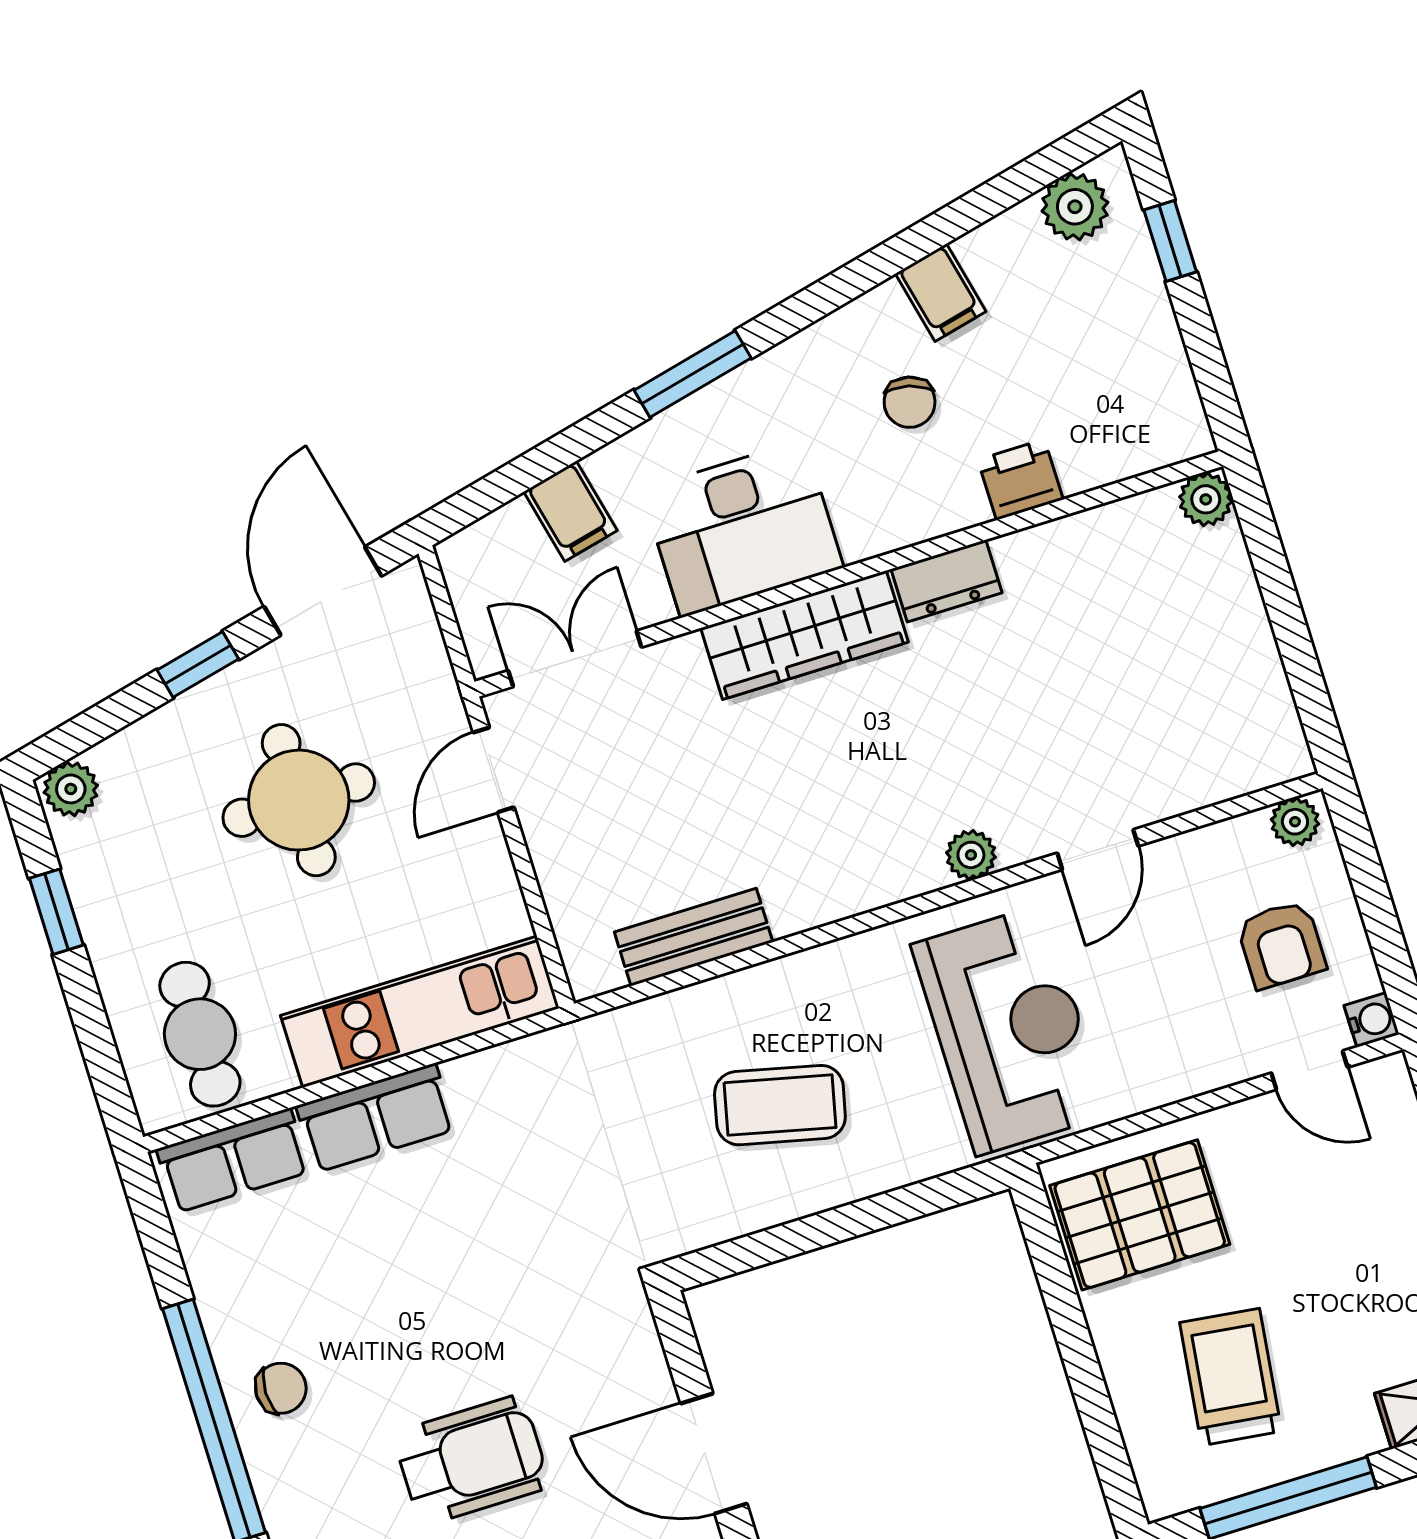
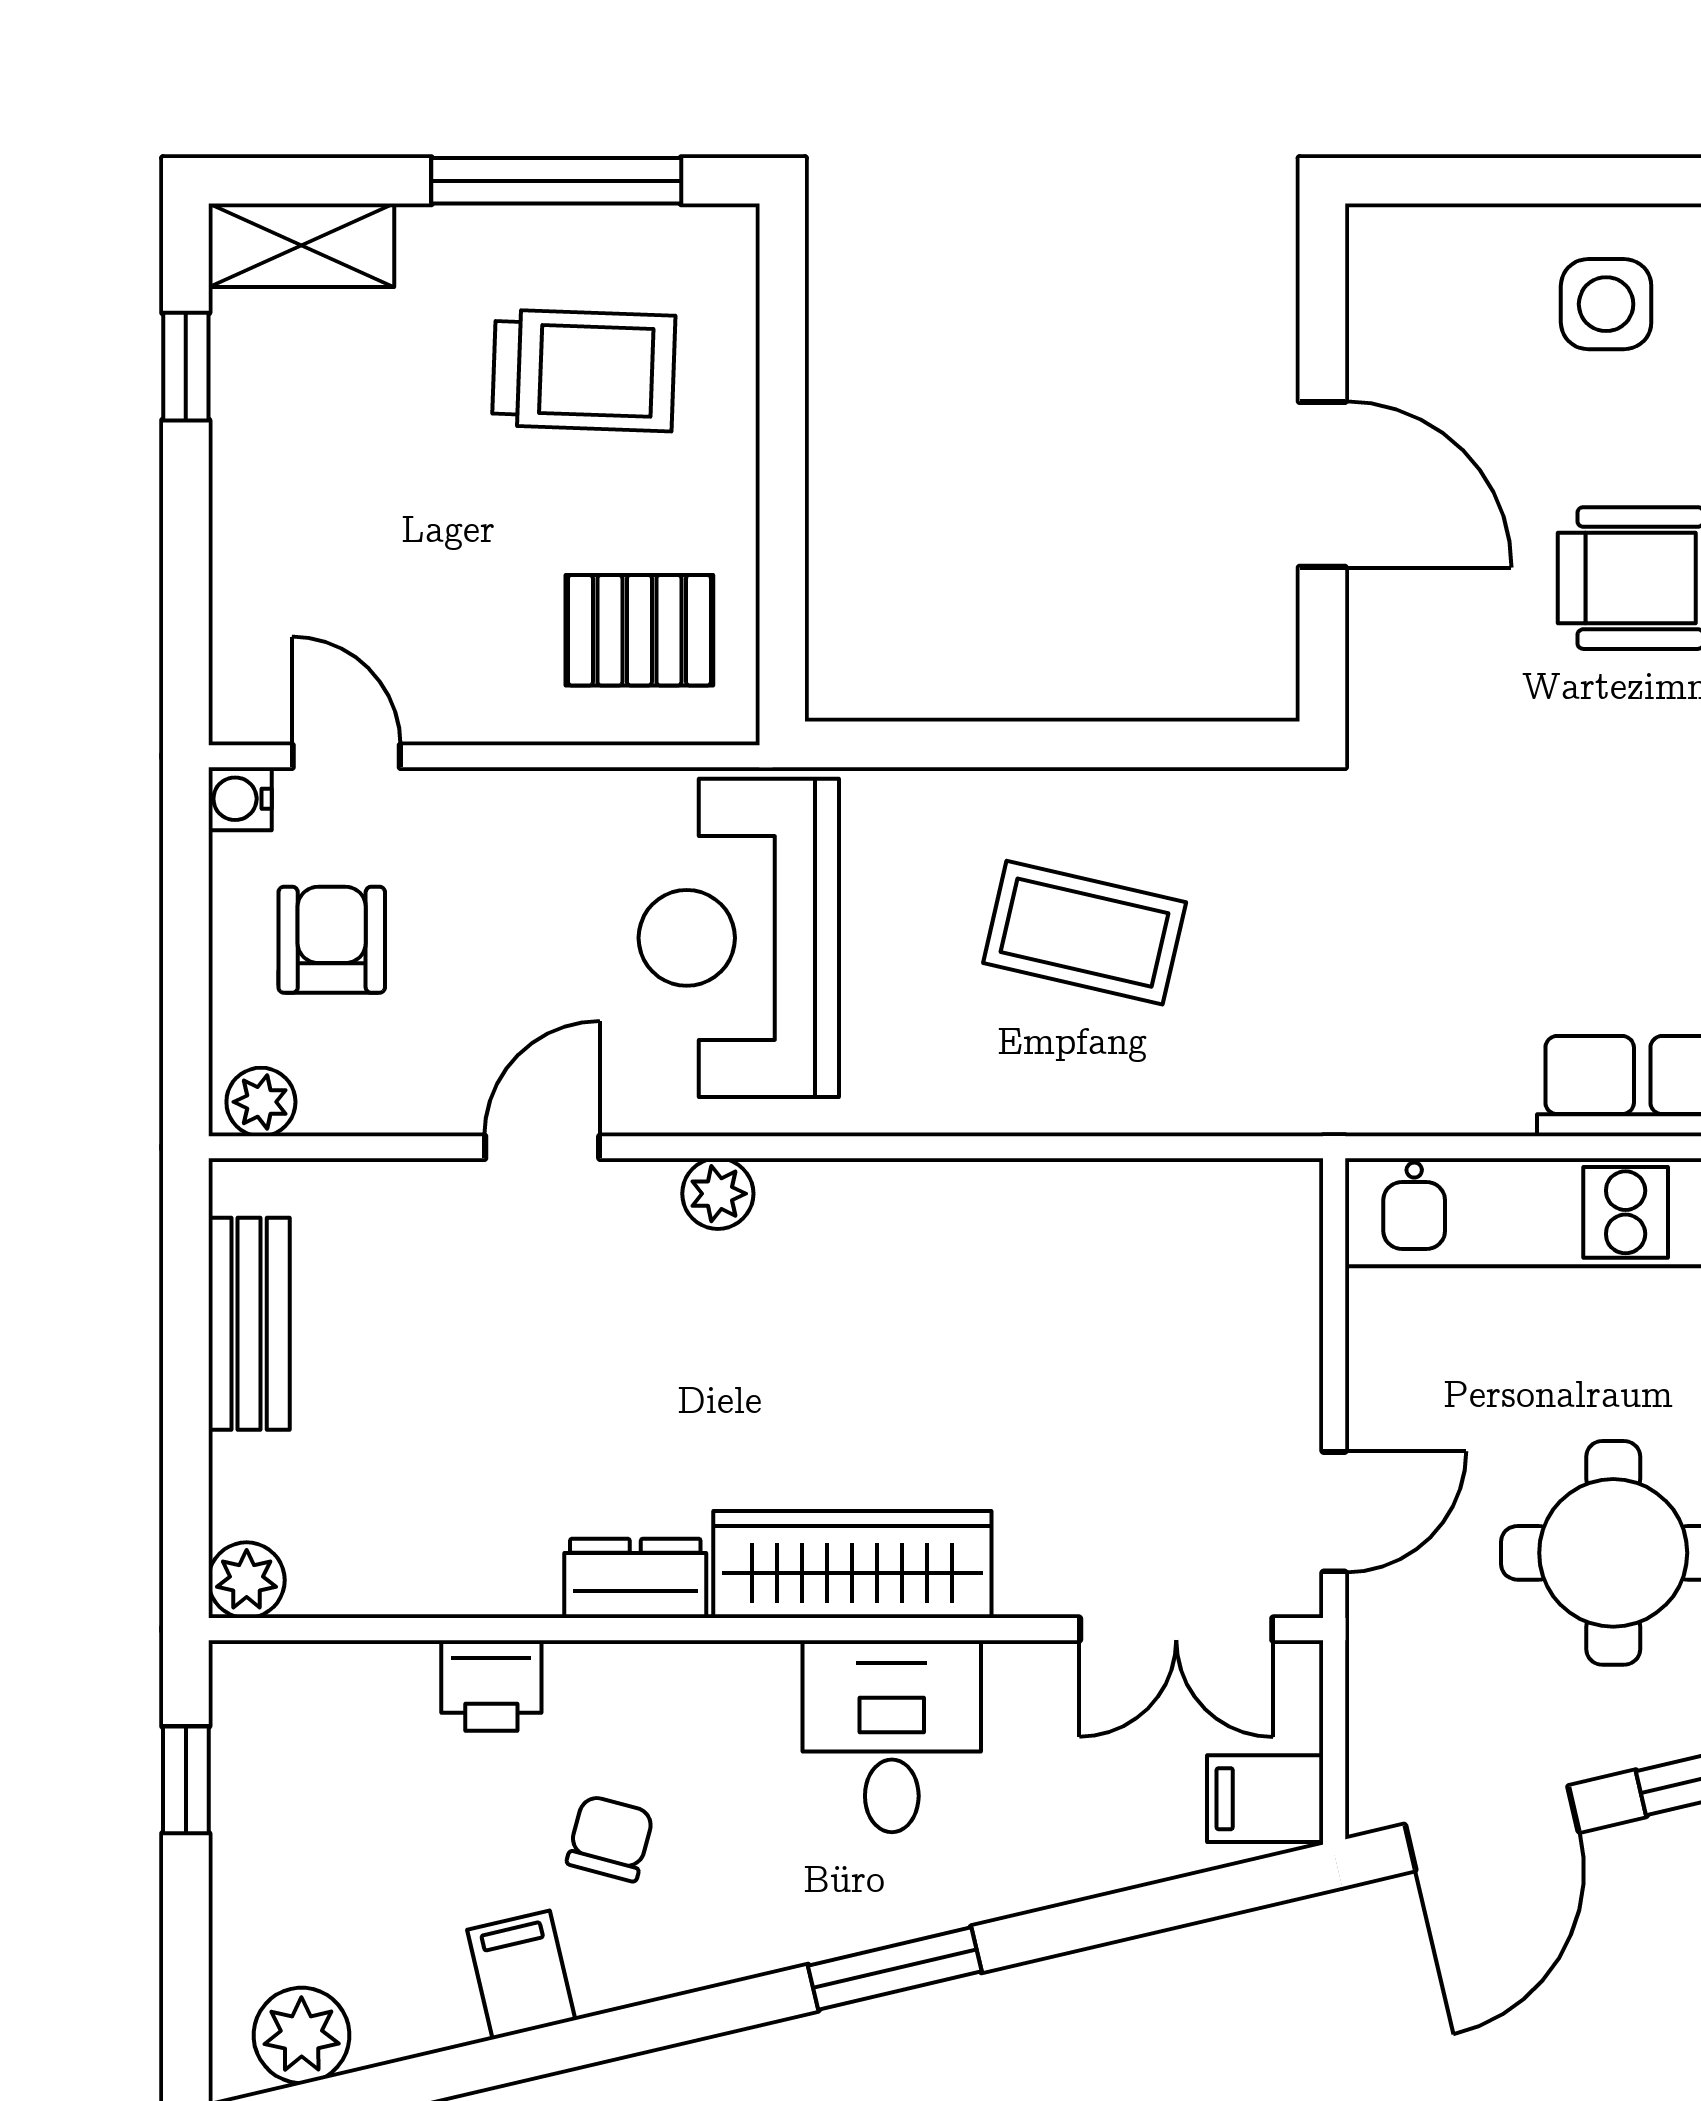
window: (1170, 241) -> (186, 1780), moved
filing cabinet: (571, 511) -> (1265, 1799), moved, turned -77
desk: (743, 529) -> (892, 1736), width x0.73
bench: (694, 937) -> (249, 1324), moved, turned 90
pallet: (1140, 1215) -> (639, 630), width x0.67, depth x0.71
trolley: (1231, 1377) -> (584, 370), turned -95

